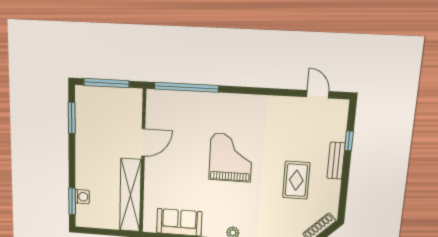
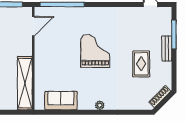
window: (349, 141) -> (174, 34), width x2.17
door: (143, 142) -> (33, 26), moved

